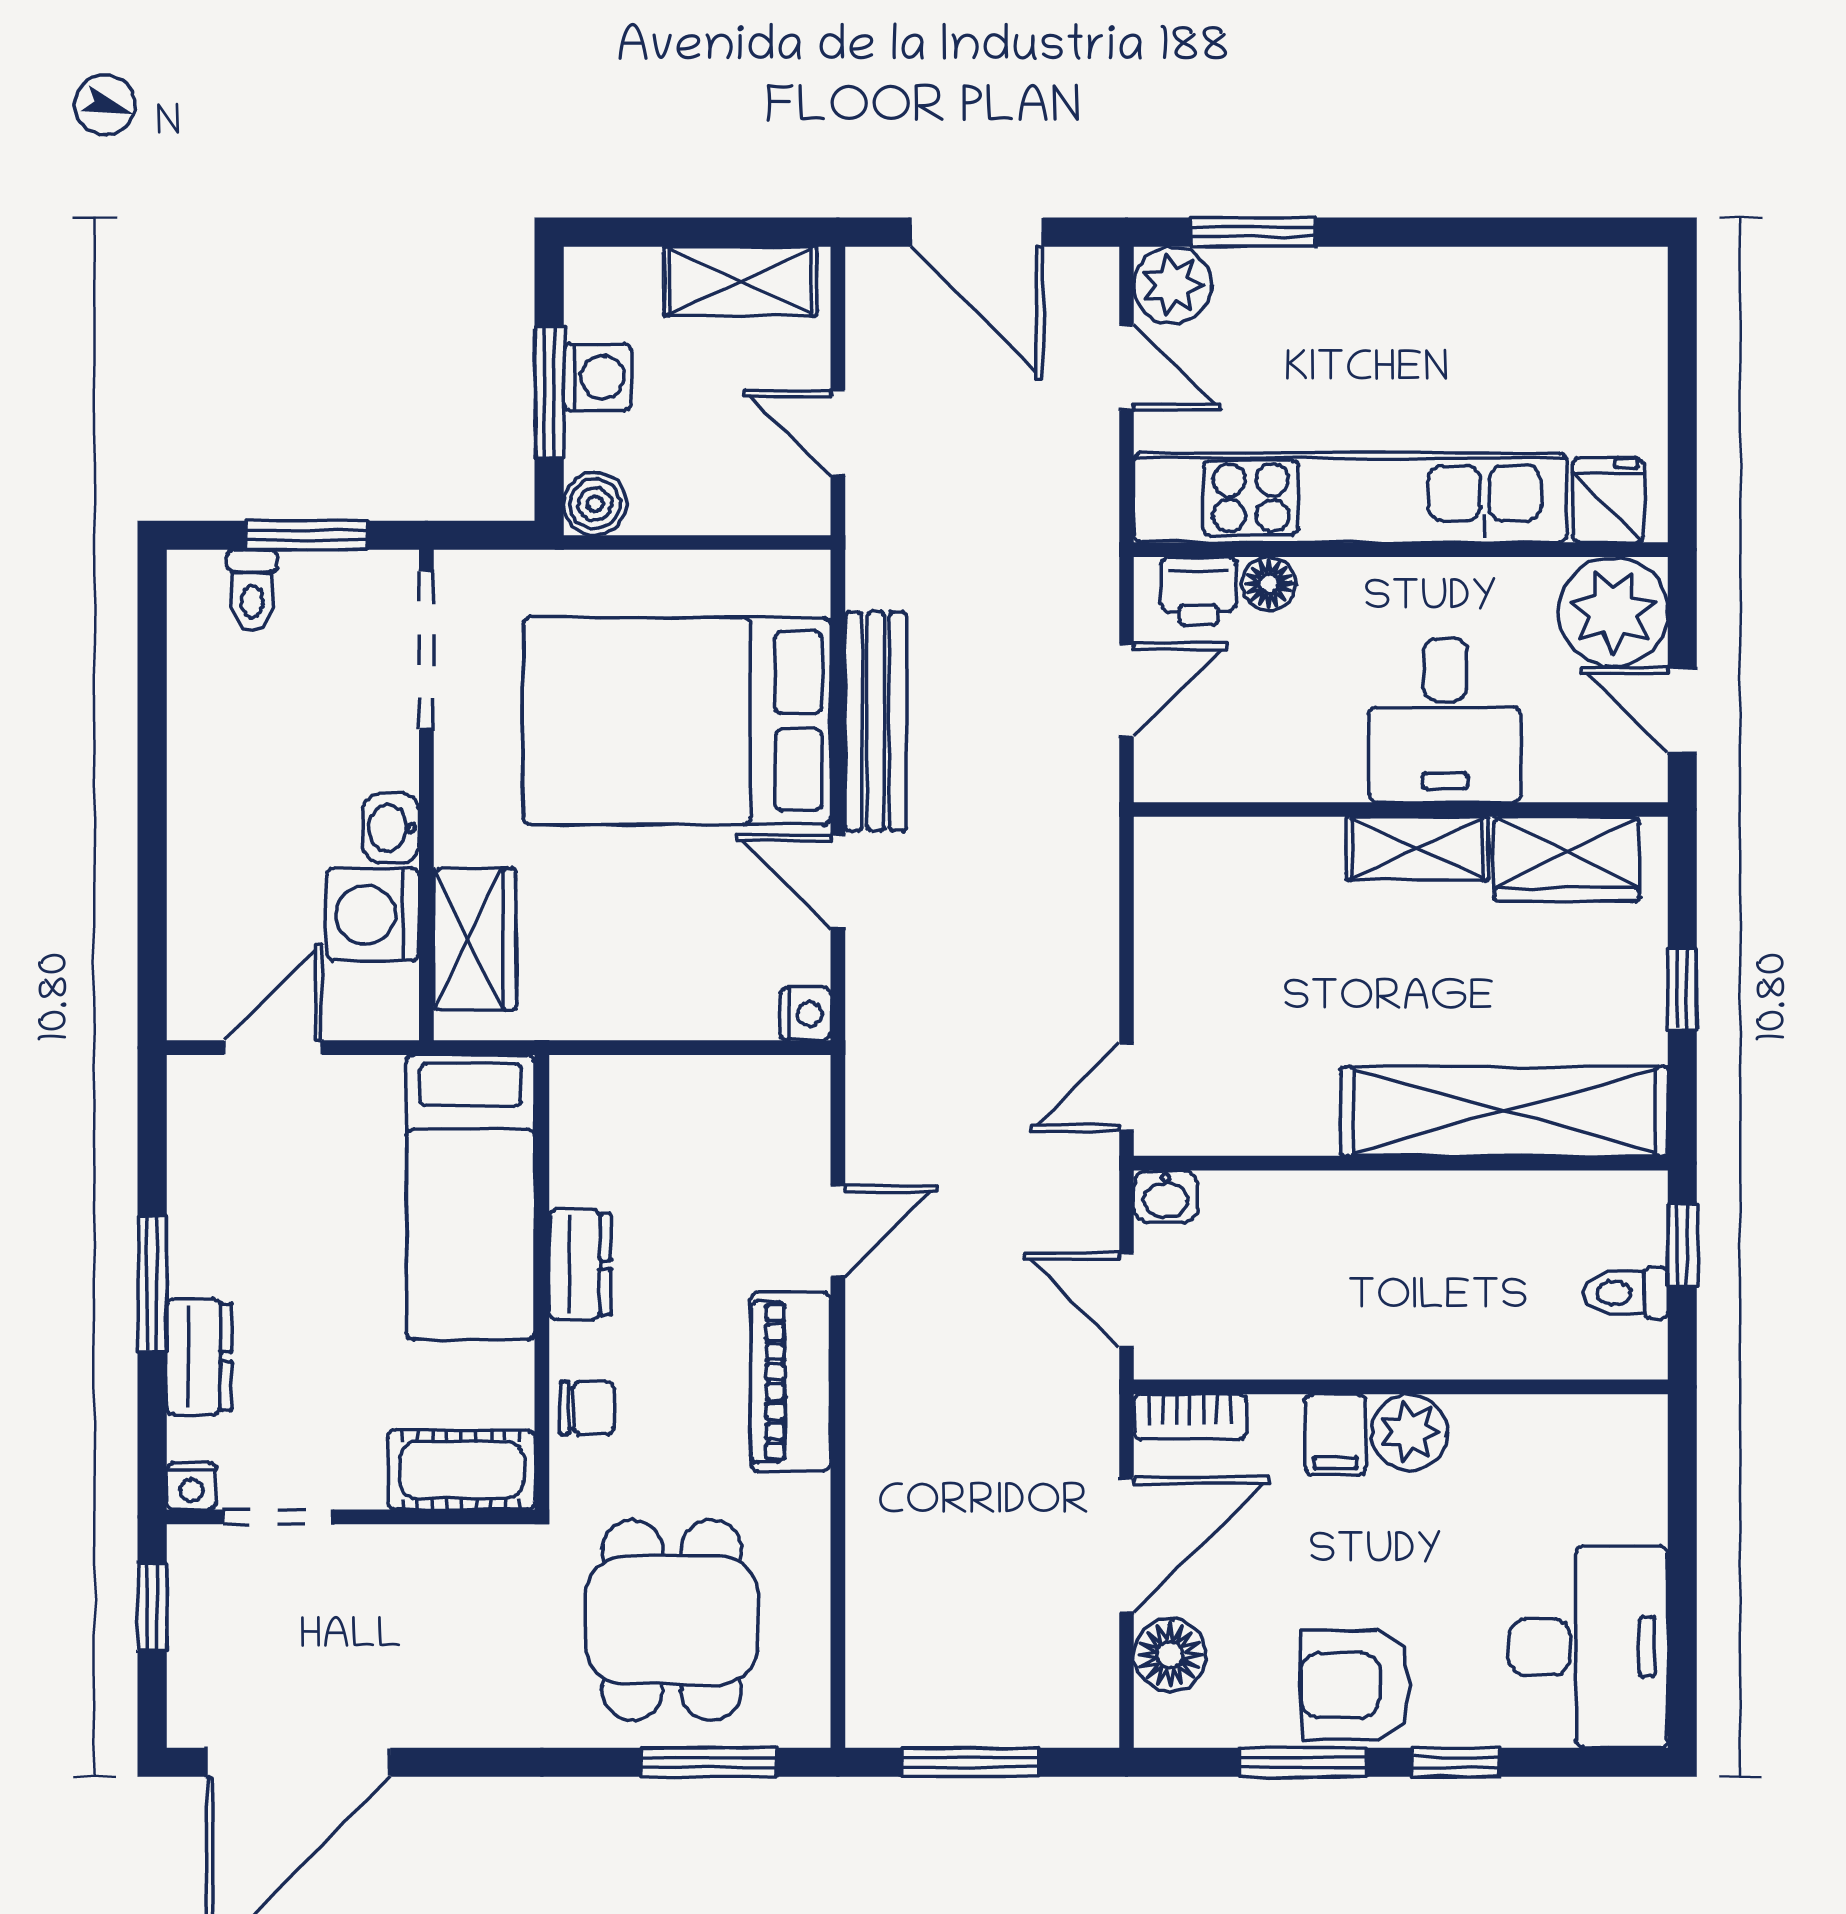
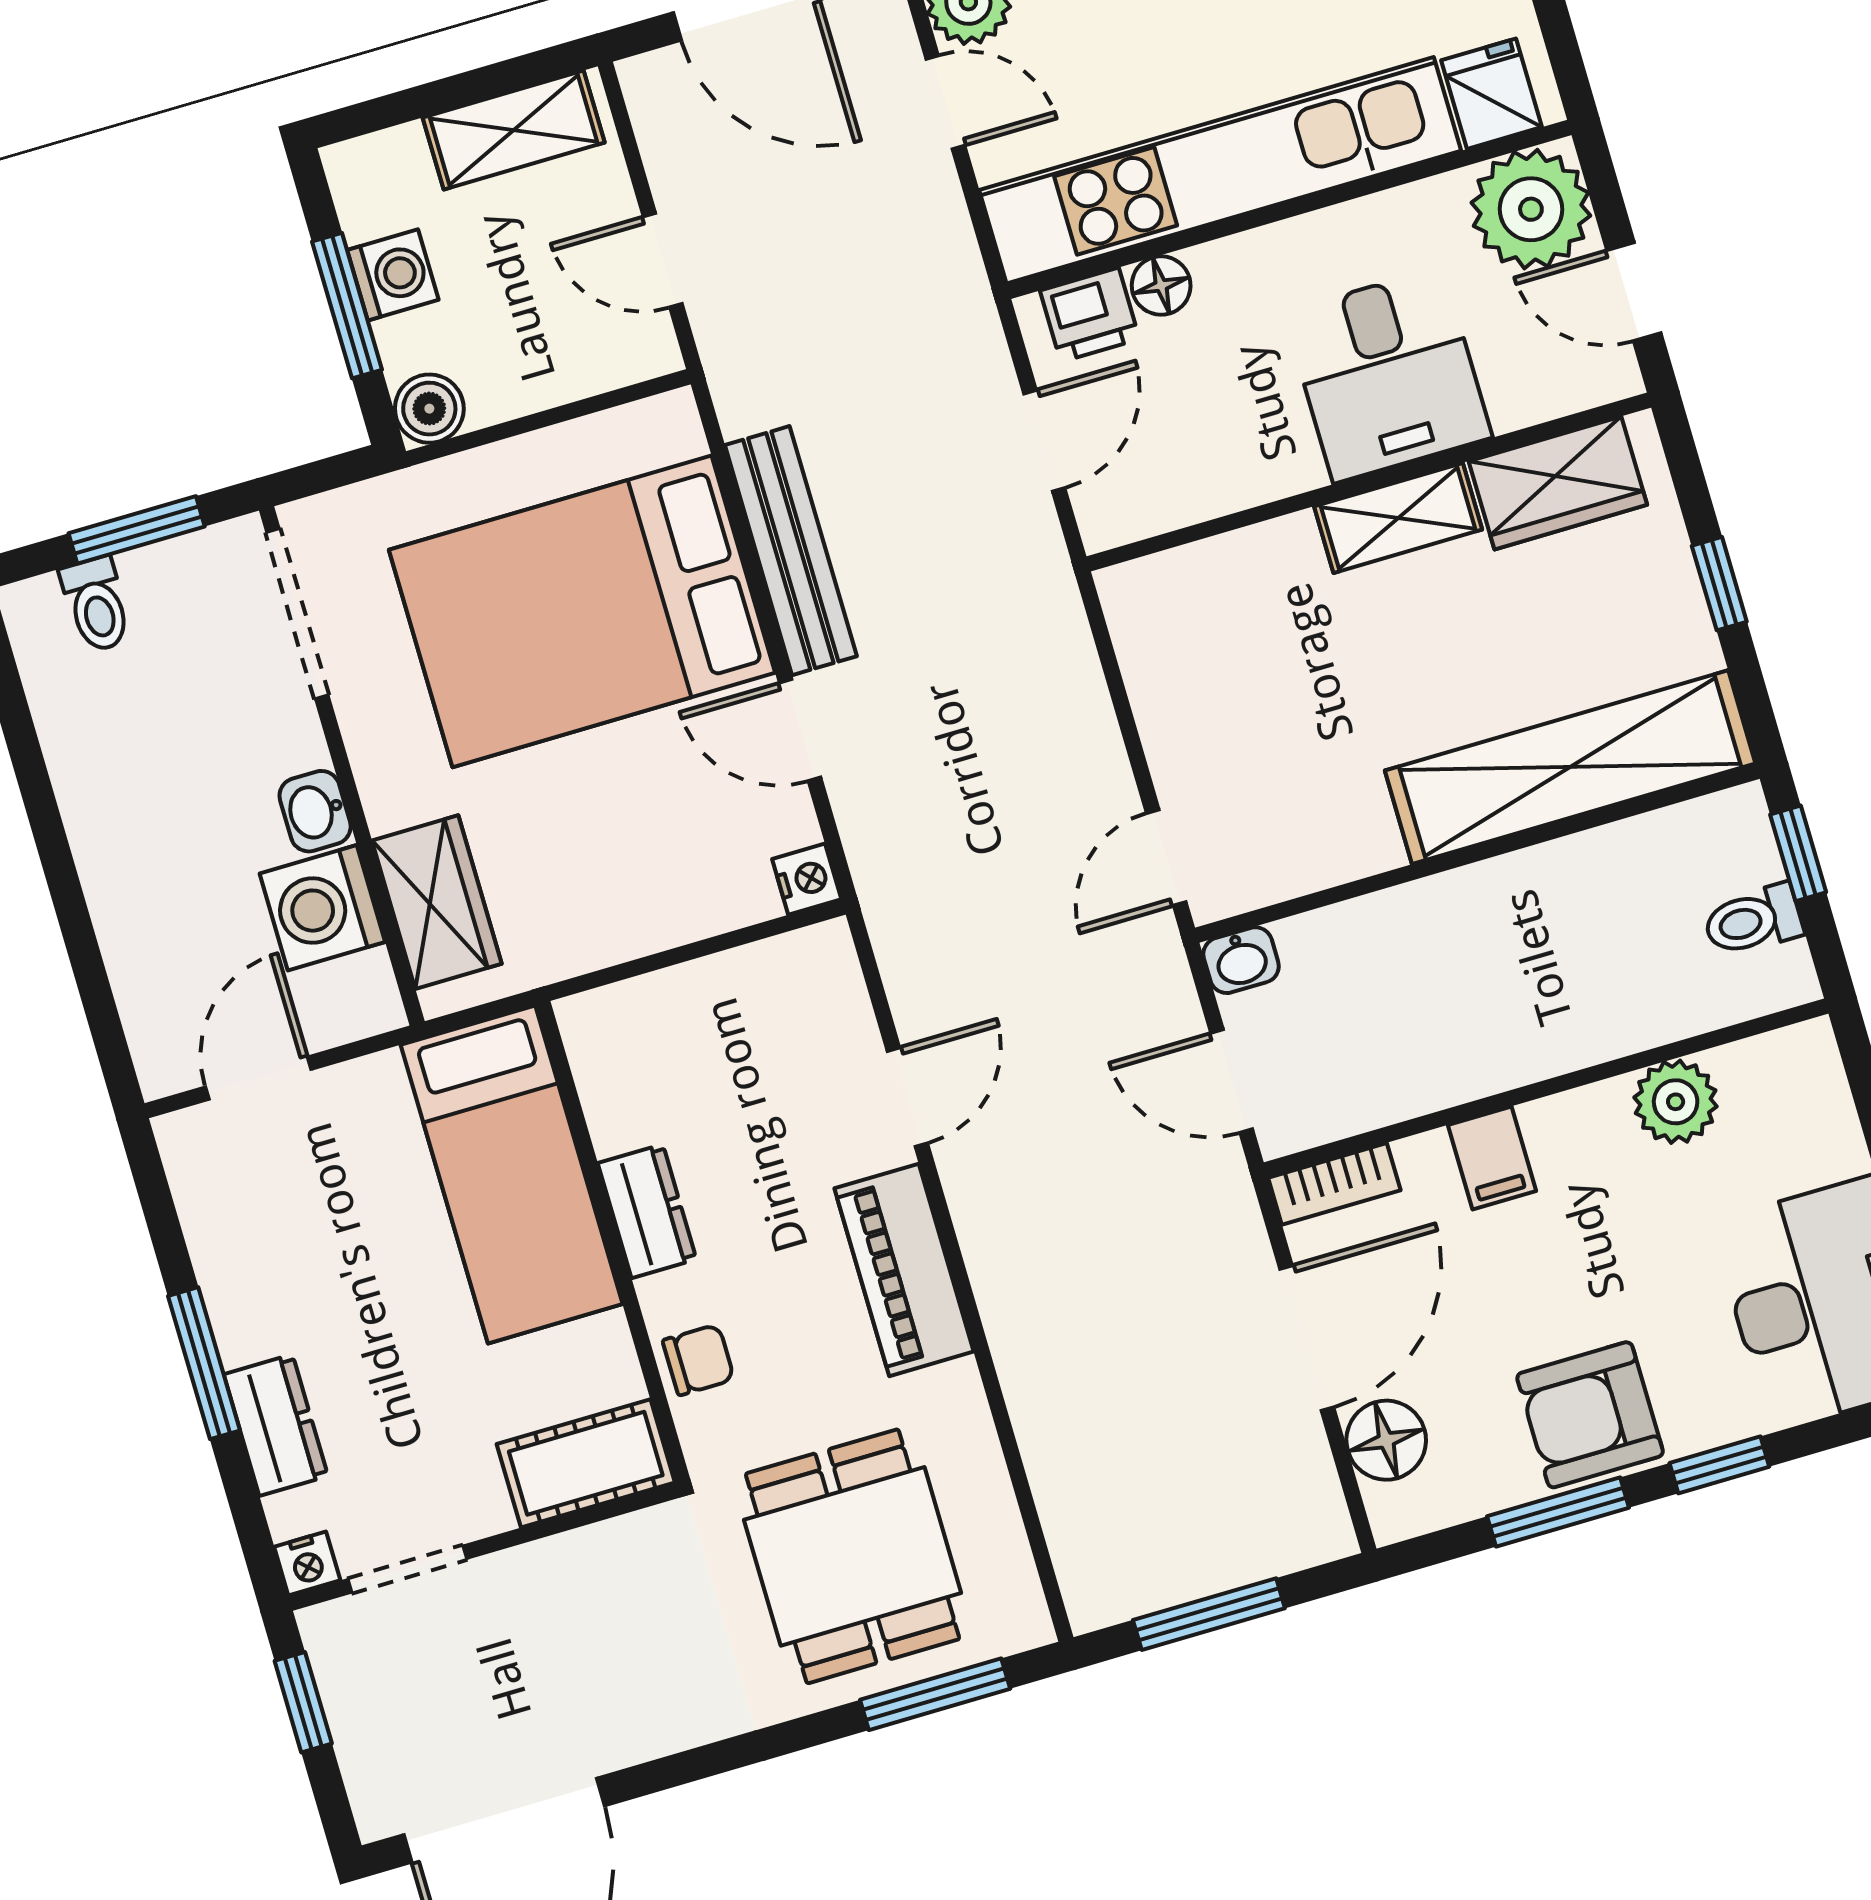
plant: (1409, 1432) -> (1676, 1102), moved

